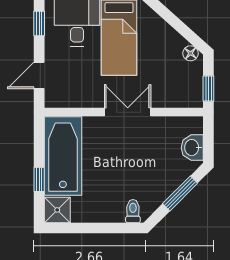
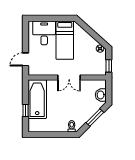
window: (39, 24) -> (25, 34), removed
double door: (128, 112) -> (69, 77), swing flipped
shower: (57, 210) -> (34, 126), removed

